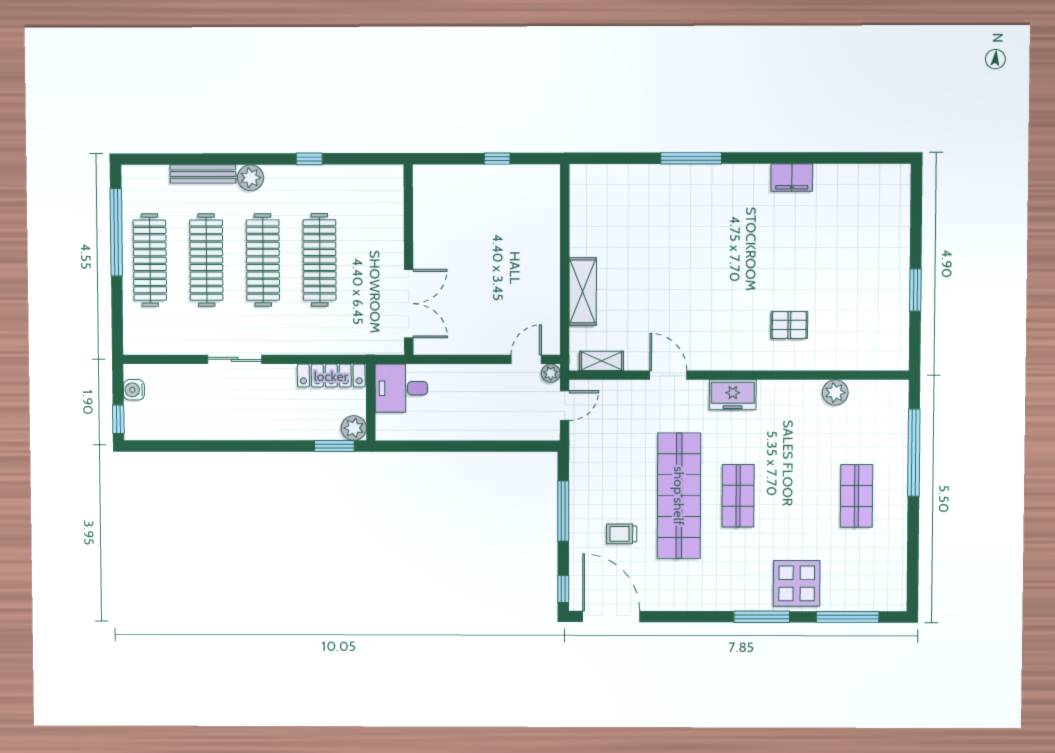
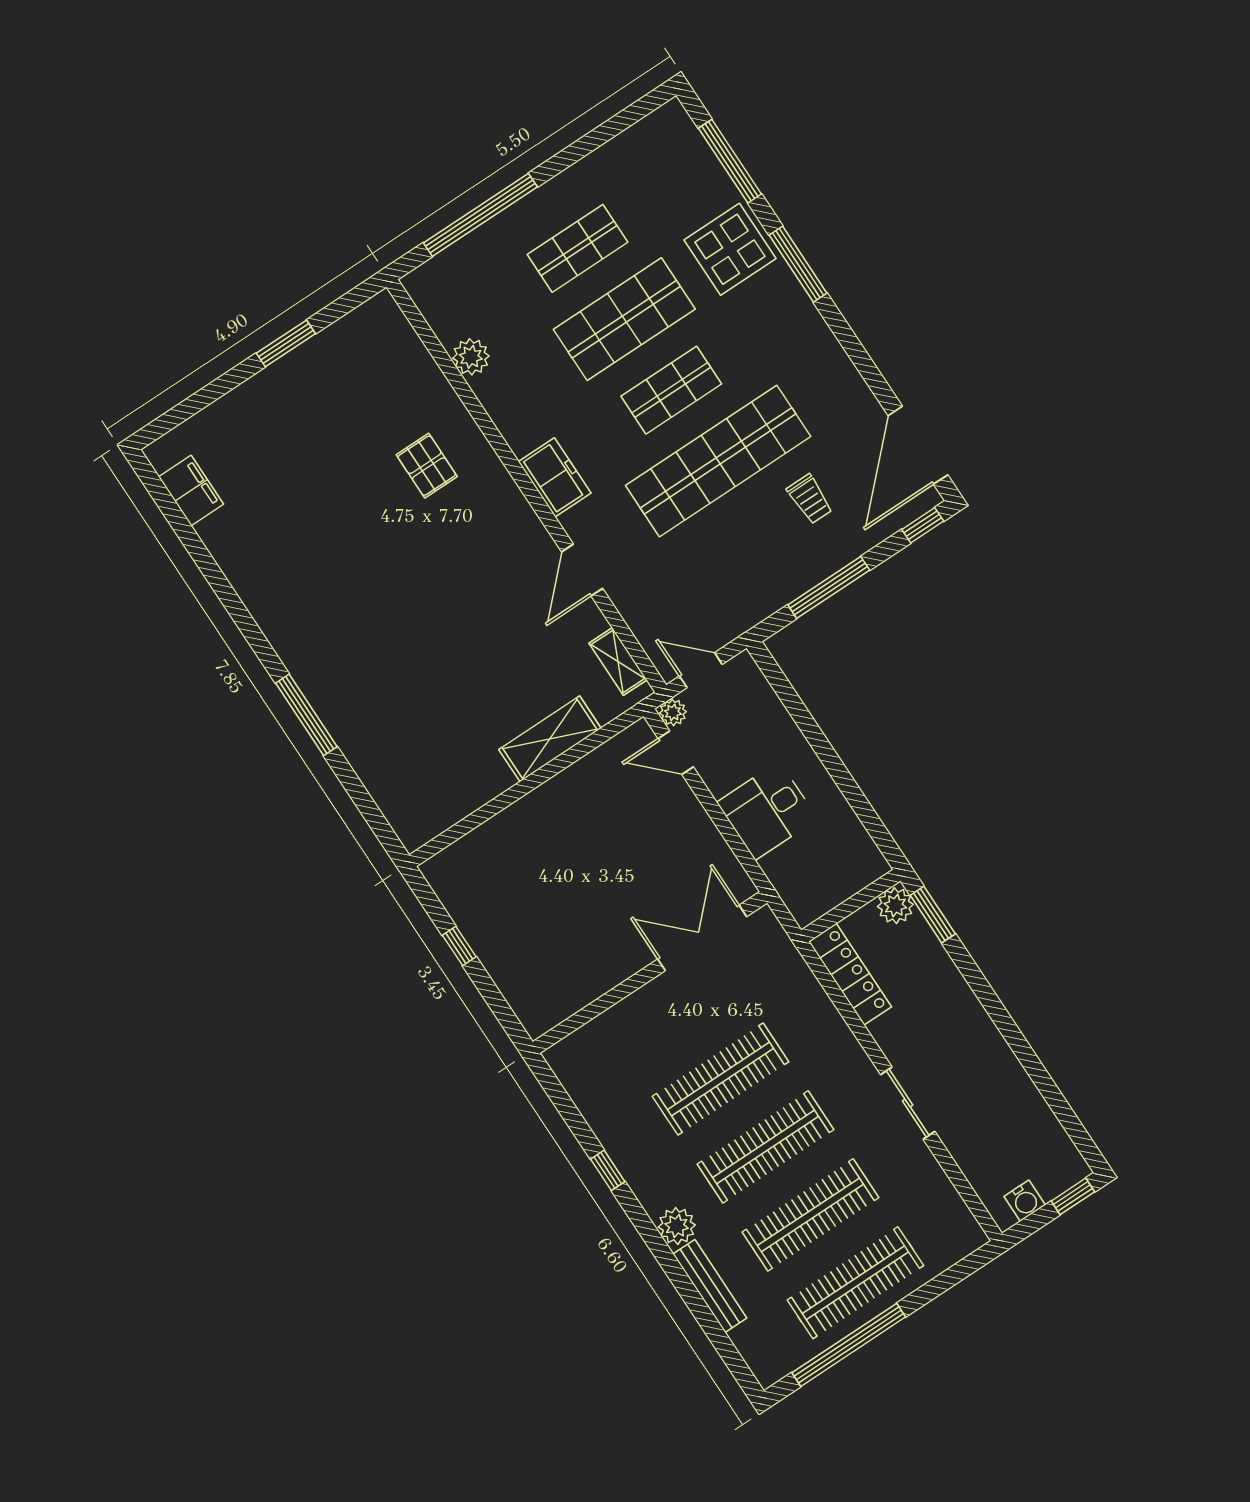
filing cabinet: (792, 178) -> (191, 491), moved
desk: (401, 388) -> (767, 811), moved, turned 90
shop shelf: (797, 496) -> (624, 319), added

